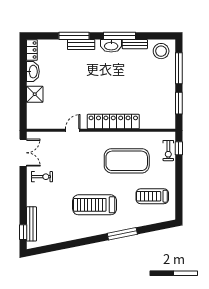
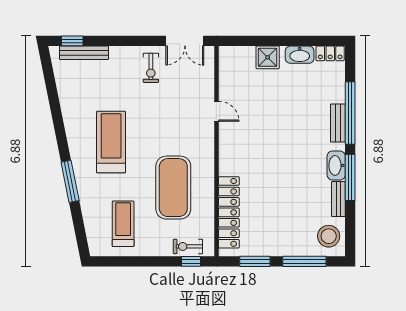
window: (74, 36) -> (350, 113), width x1.46
locker: (113, 122) -> (229, 212), moved

